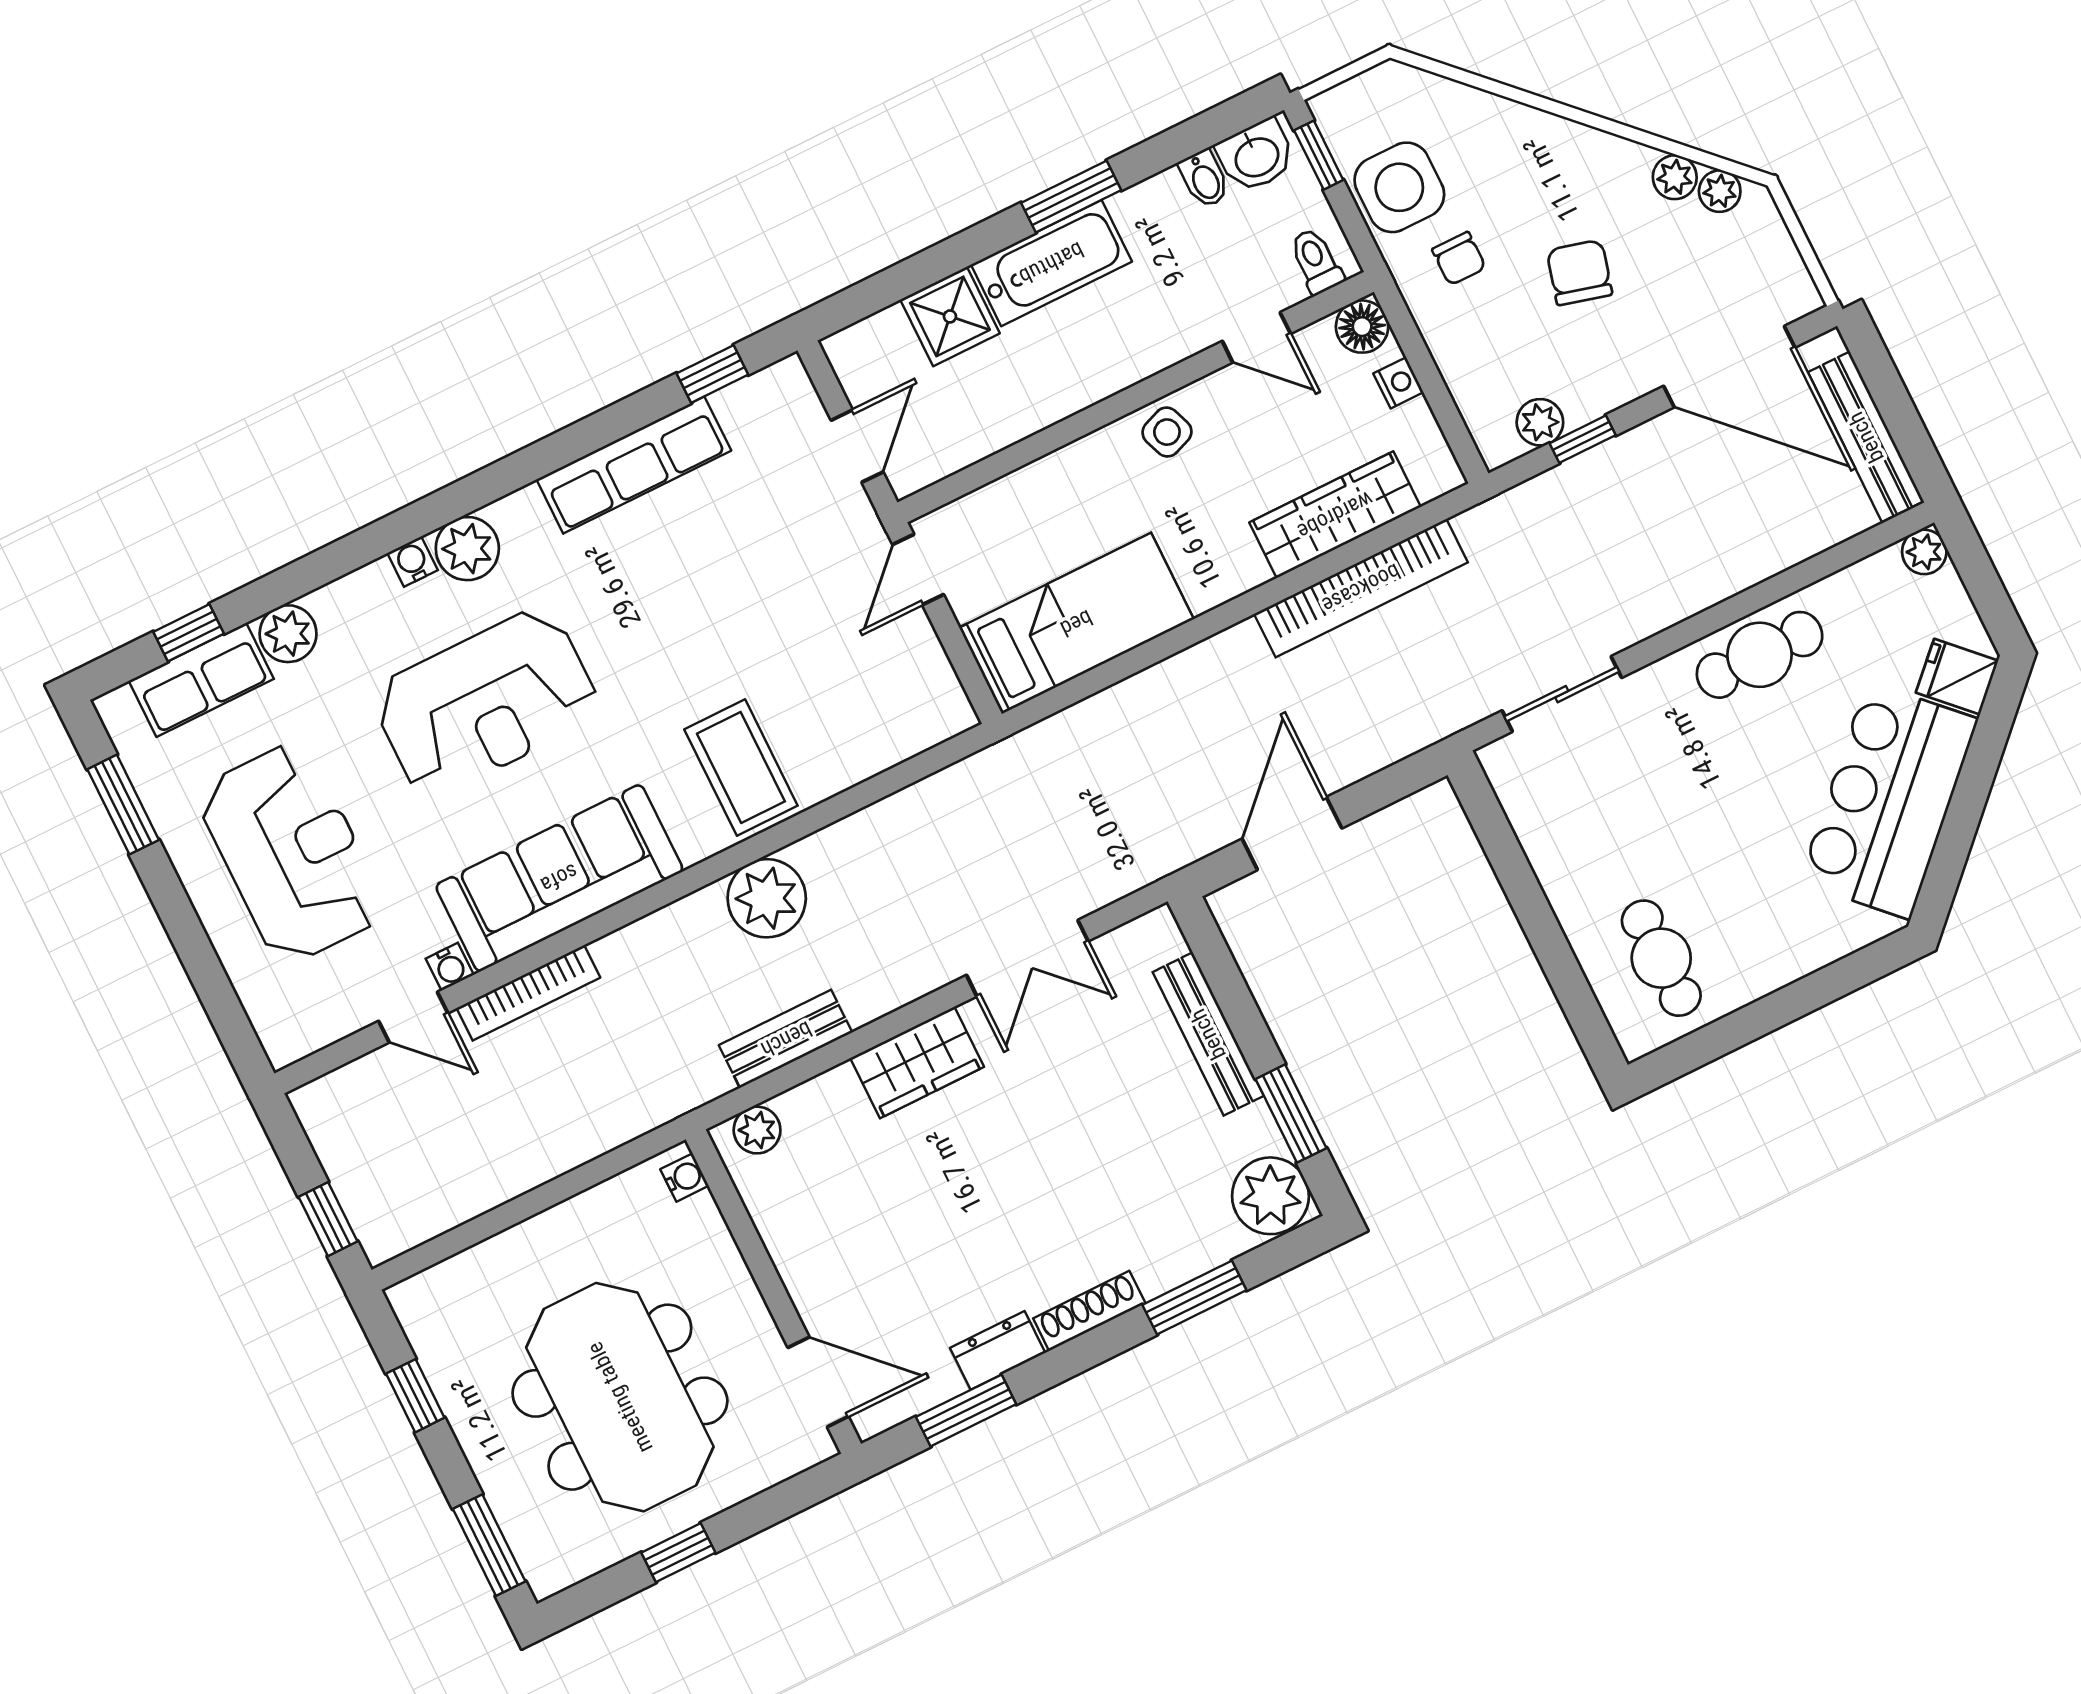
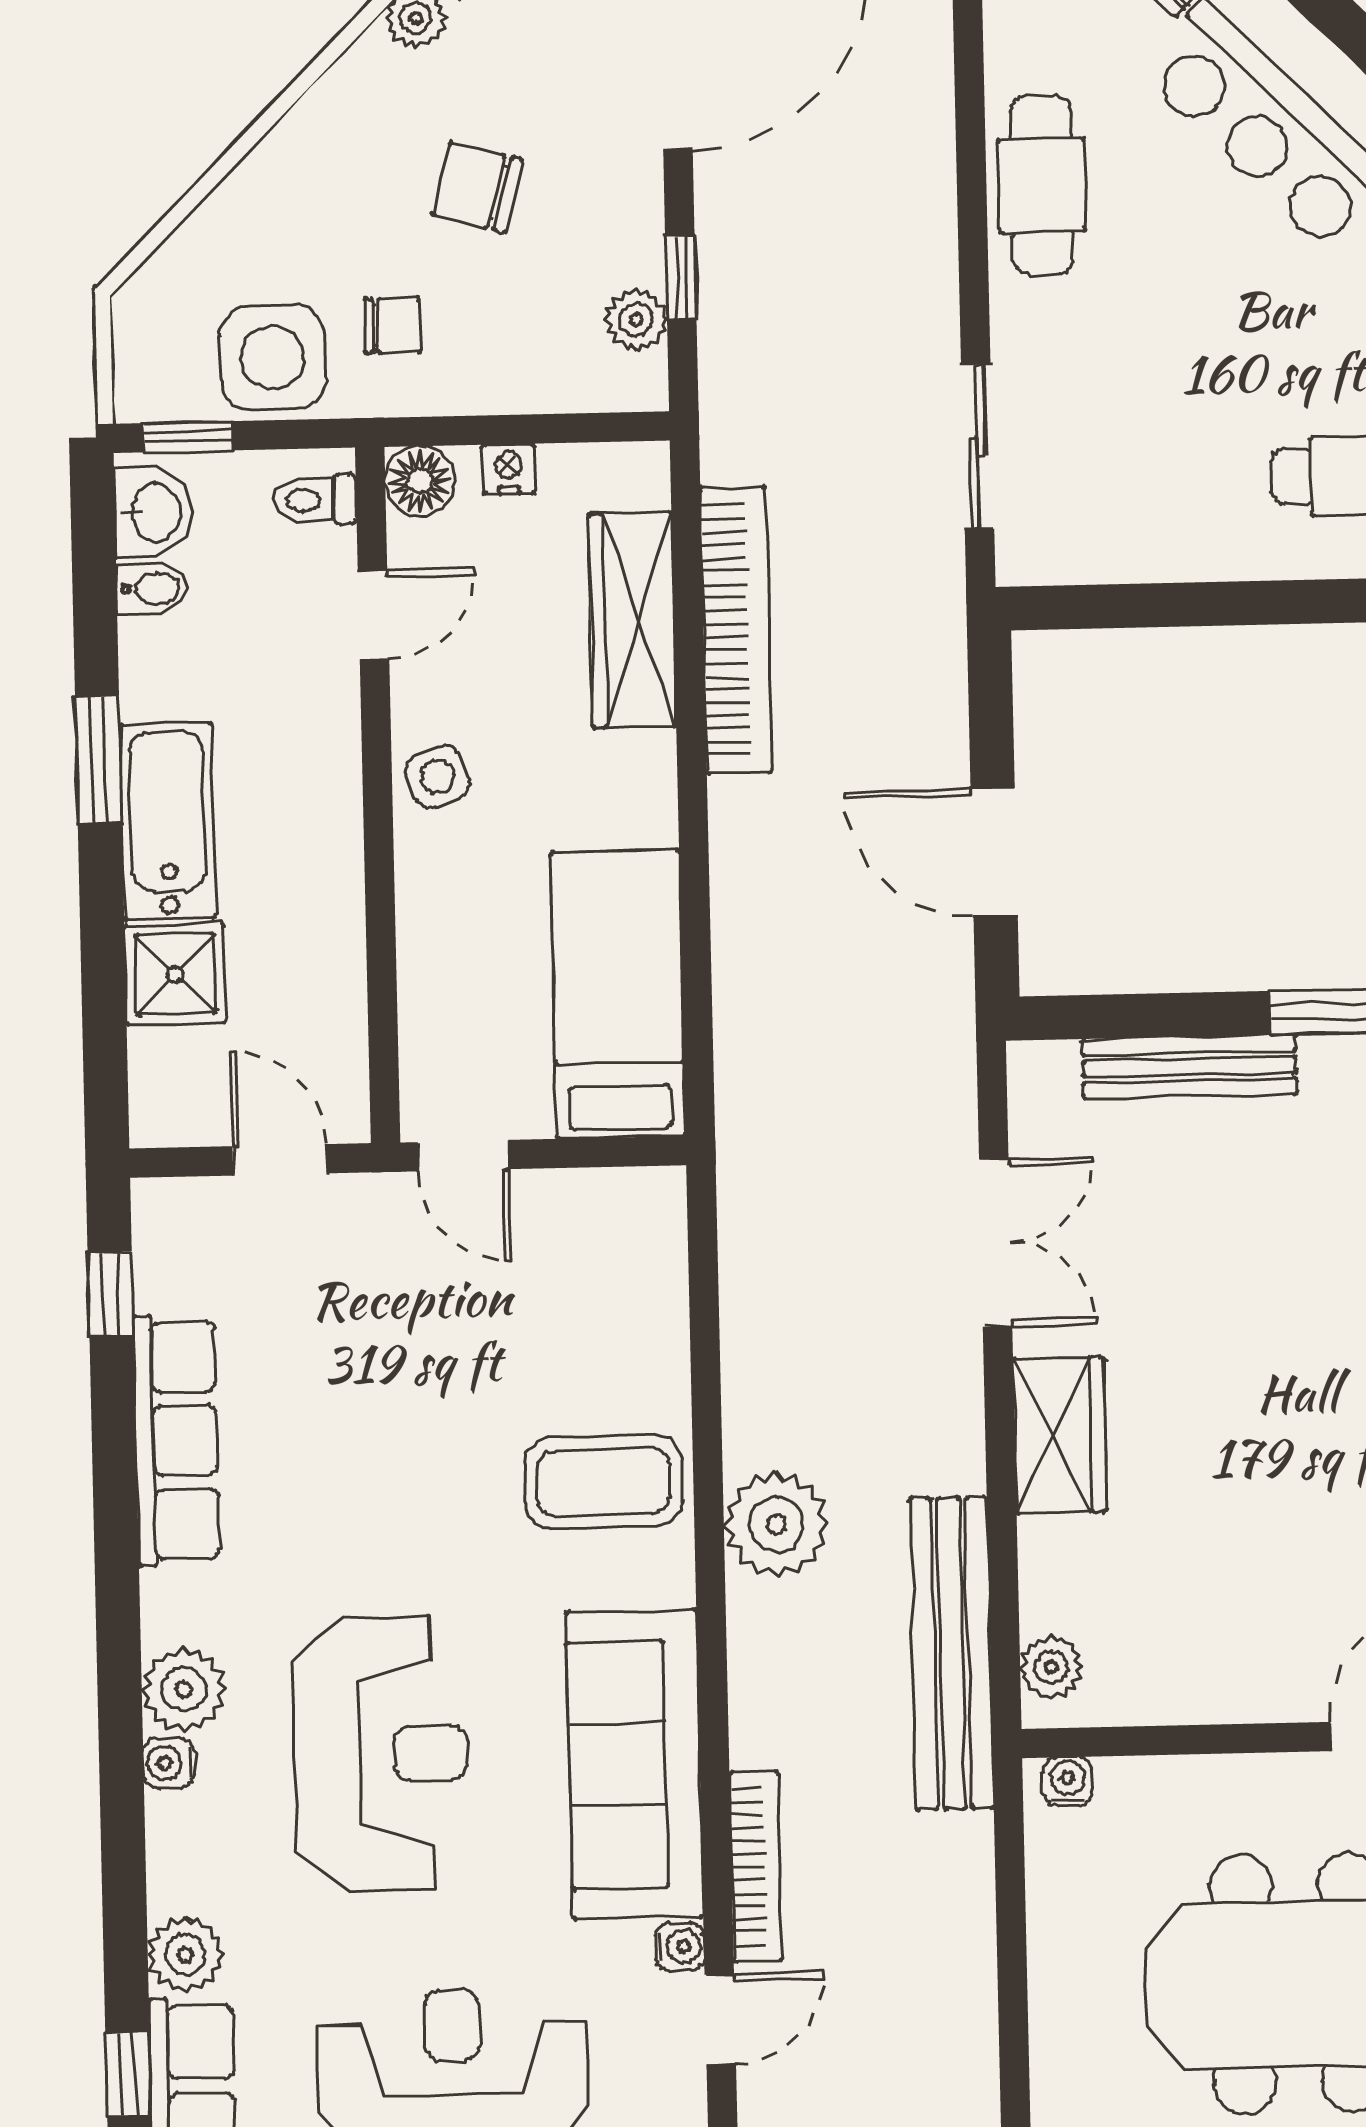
bench: (786, 1039) -> (952, 1653), width x1.86, depth x1.21

